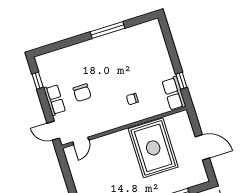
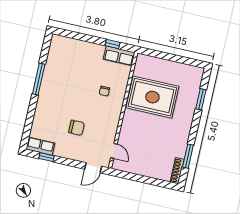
row of seats: (55, 100) -> (40, 146), moved
door: (202, 147) -> (175, 58), removed

